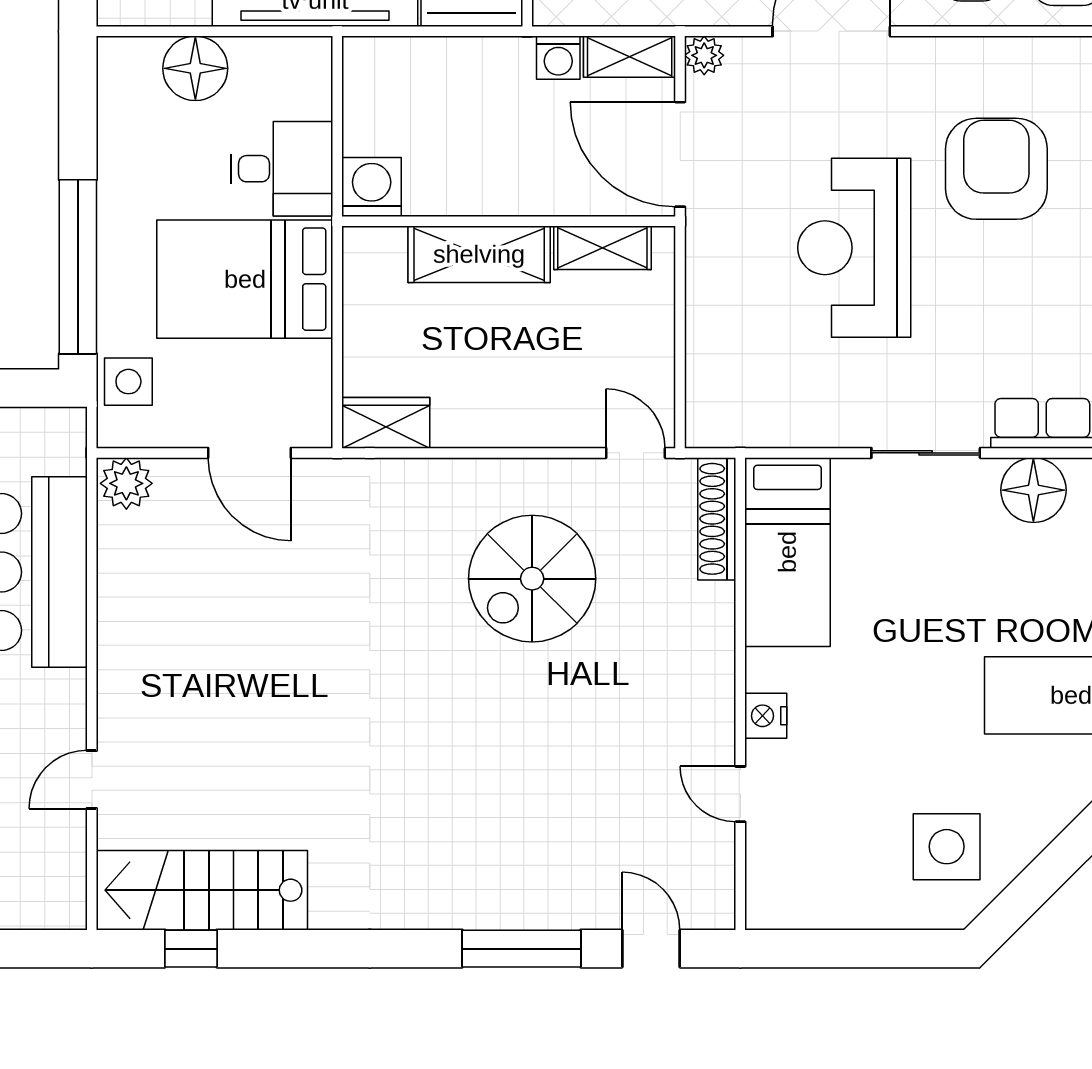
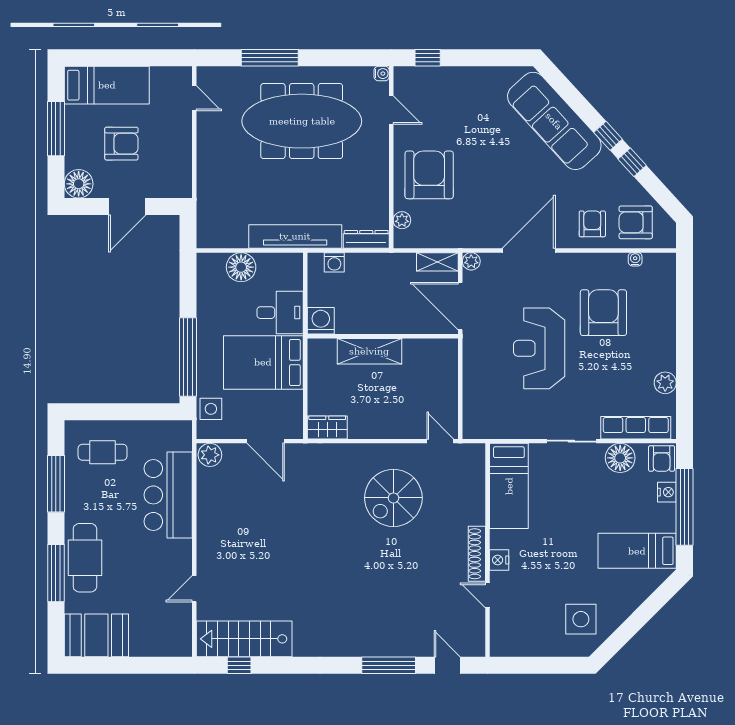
water cooler: (1067, 51) -> (635, 259), added
washing machine: (558, 58) -> (334, 262), moved
shelving: (602, 248) -> (425, 348), removed
shoe rack: (717, 519) -> (477, 554), moved

